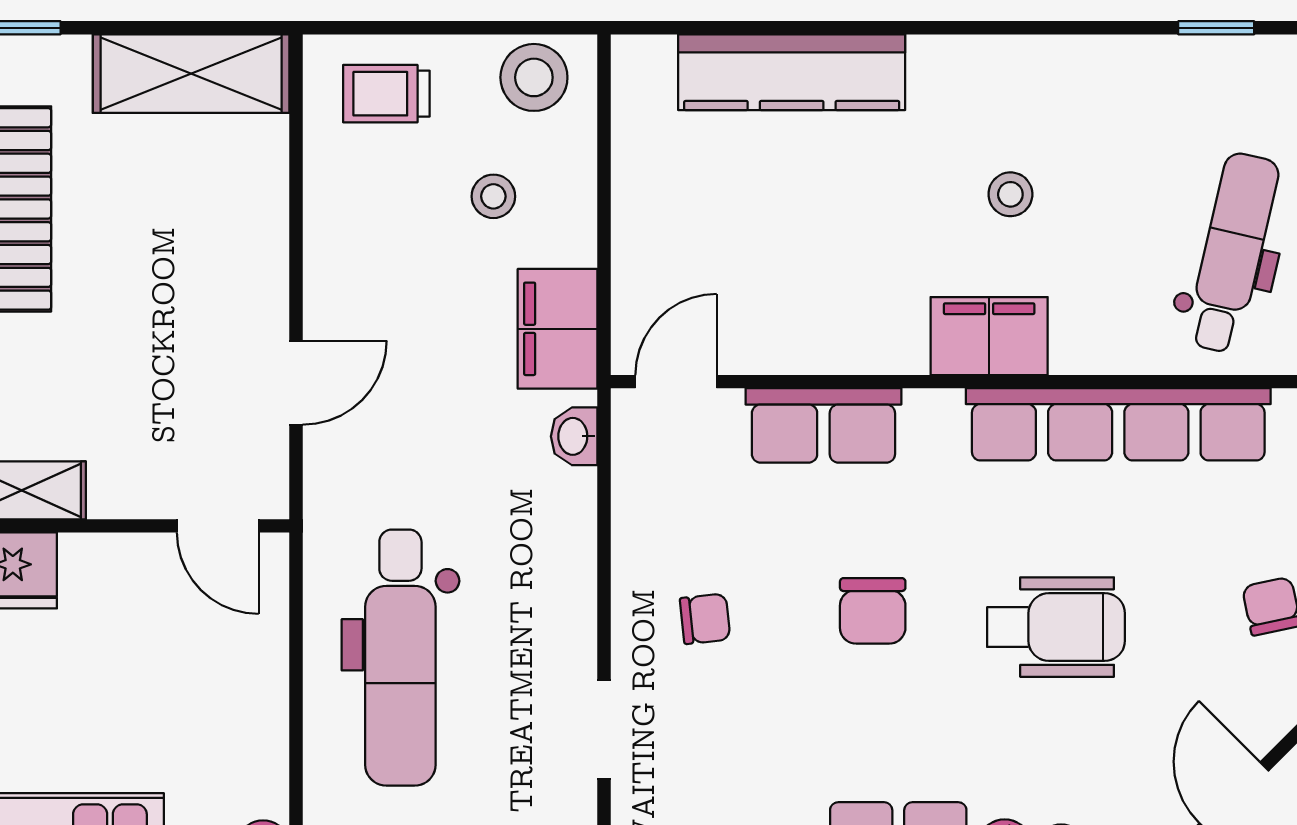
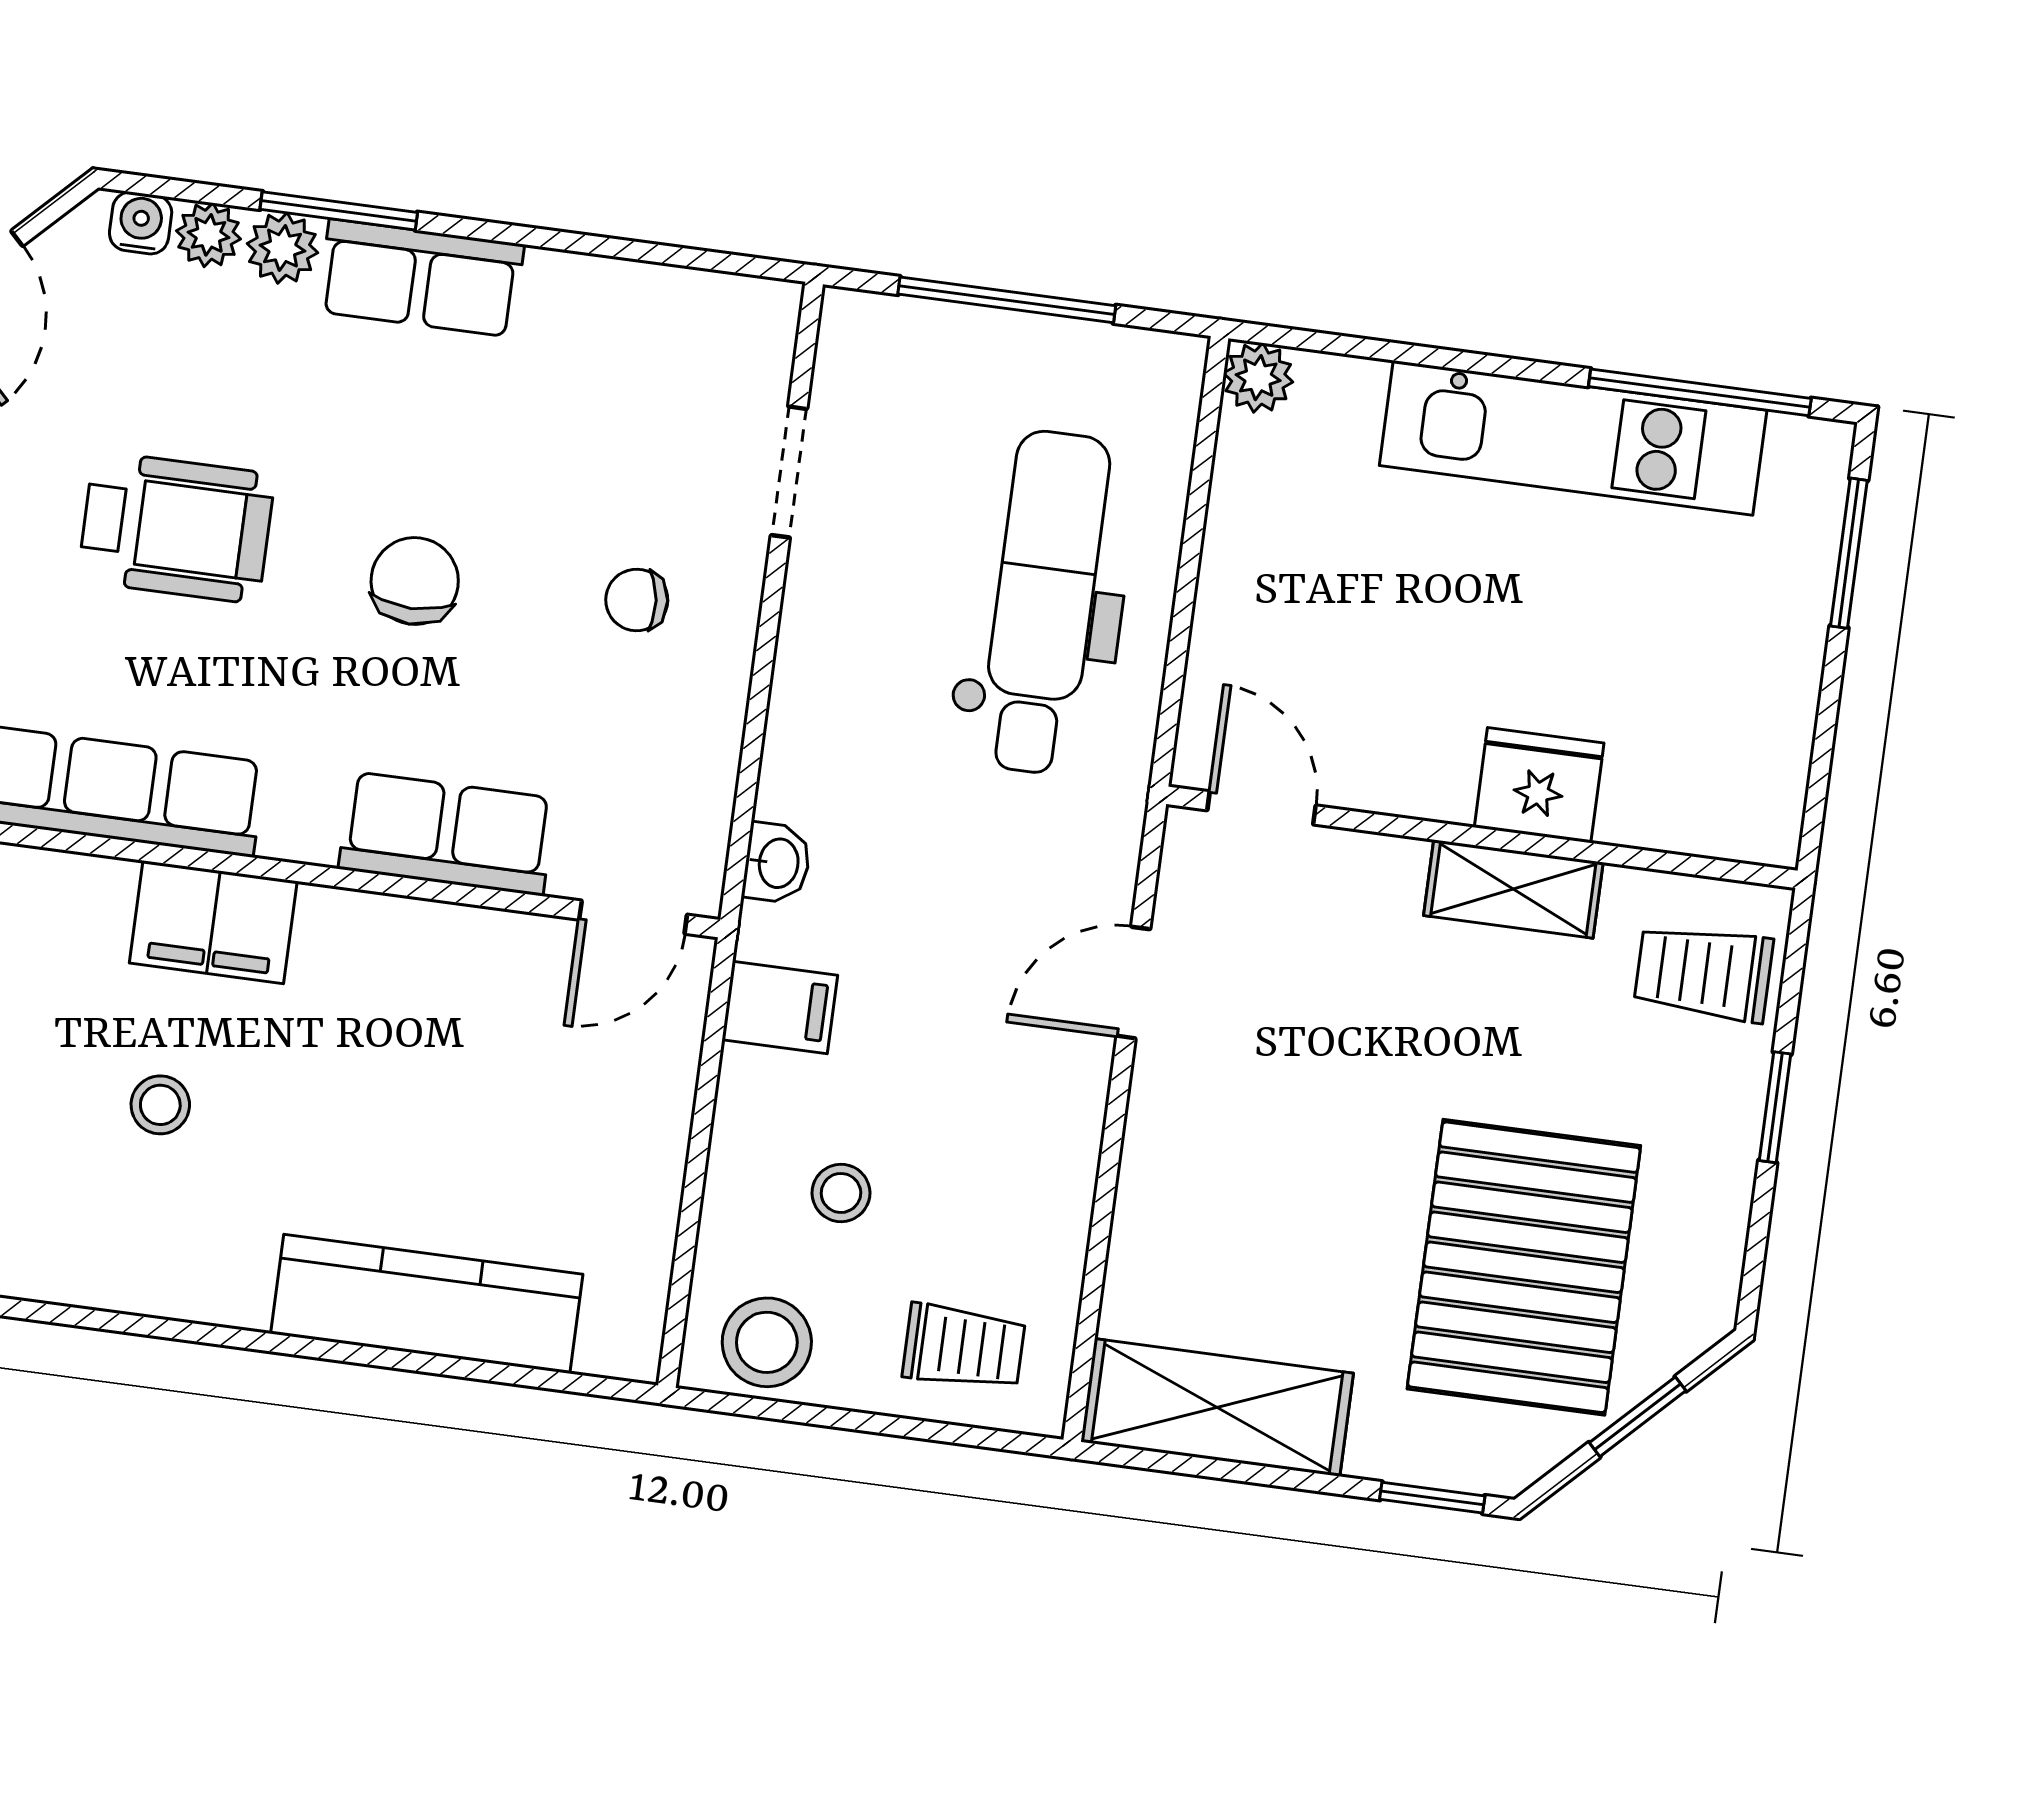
filing cabinet: (558, 329) -> (780, 1007), width x0.50
wheelchair: (1056, 627) -> (176, 527), turned 180

